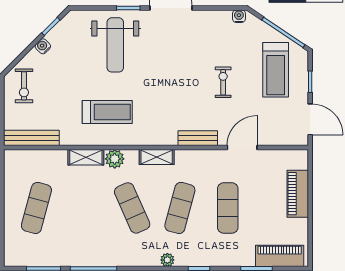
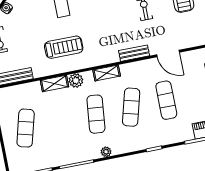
door: (242, 147) -> (168, 54), swing flipped
exercise mat: (132, 208) -> (96, 114), turned 30
plant: (167, 260) -> (106, 152), moved

